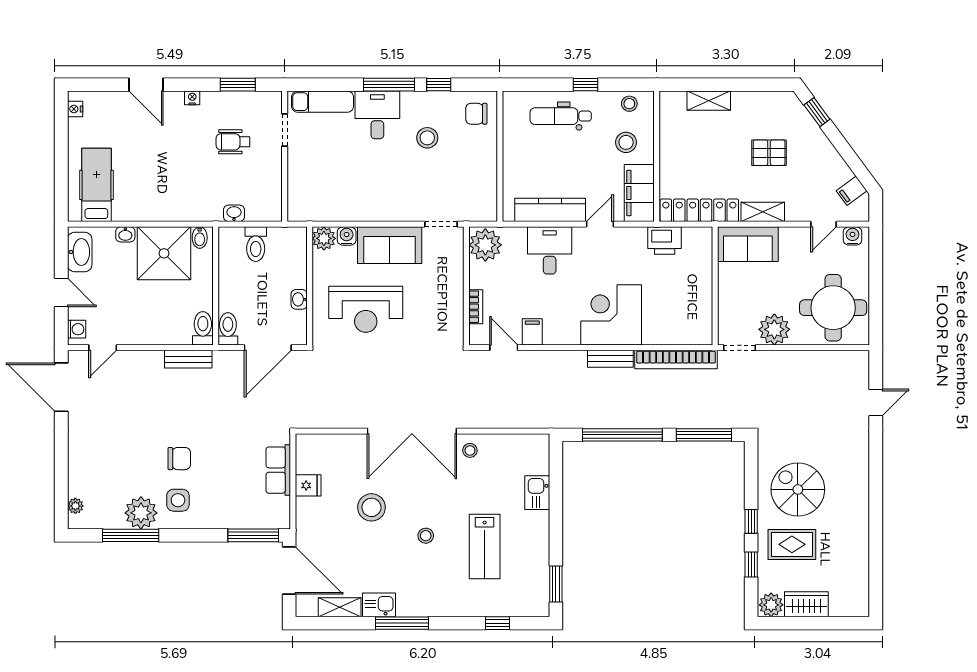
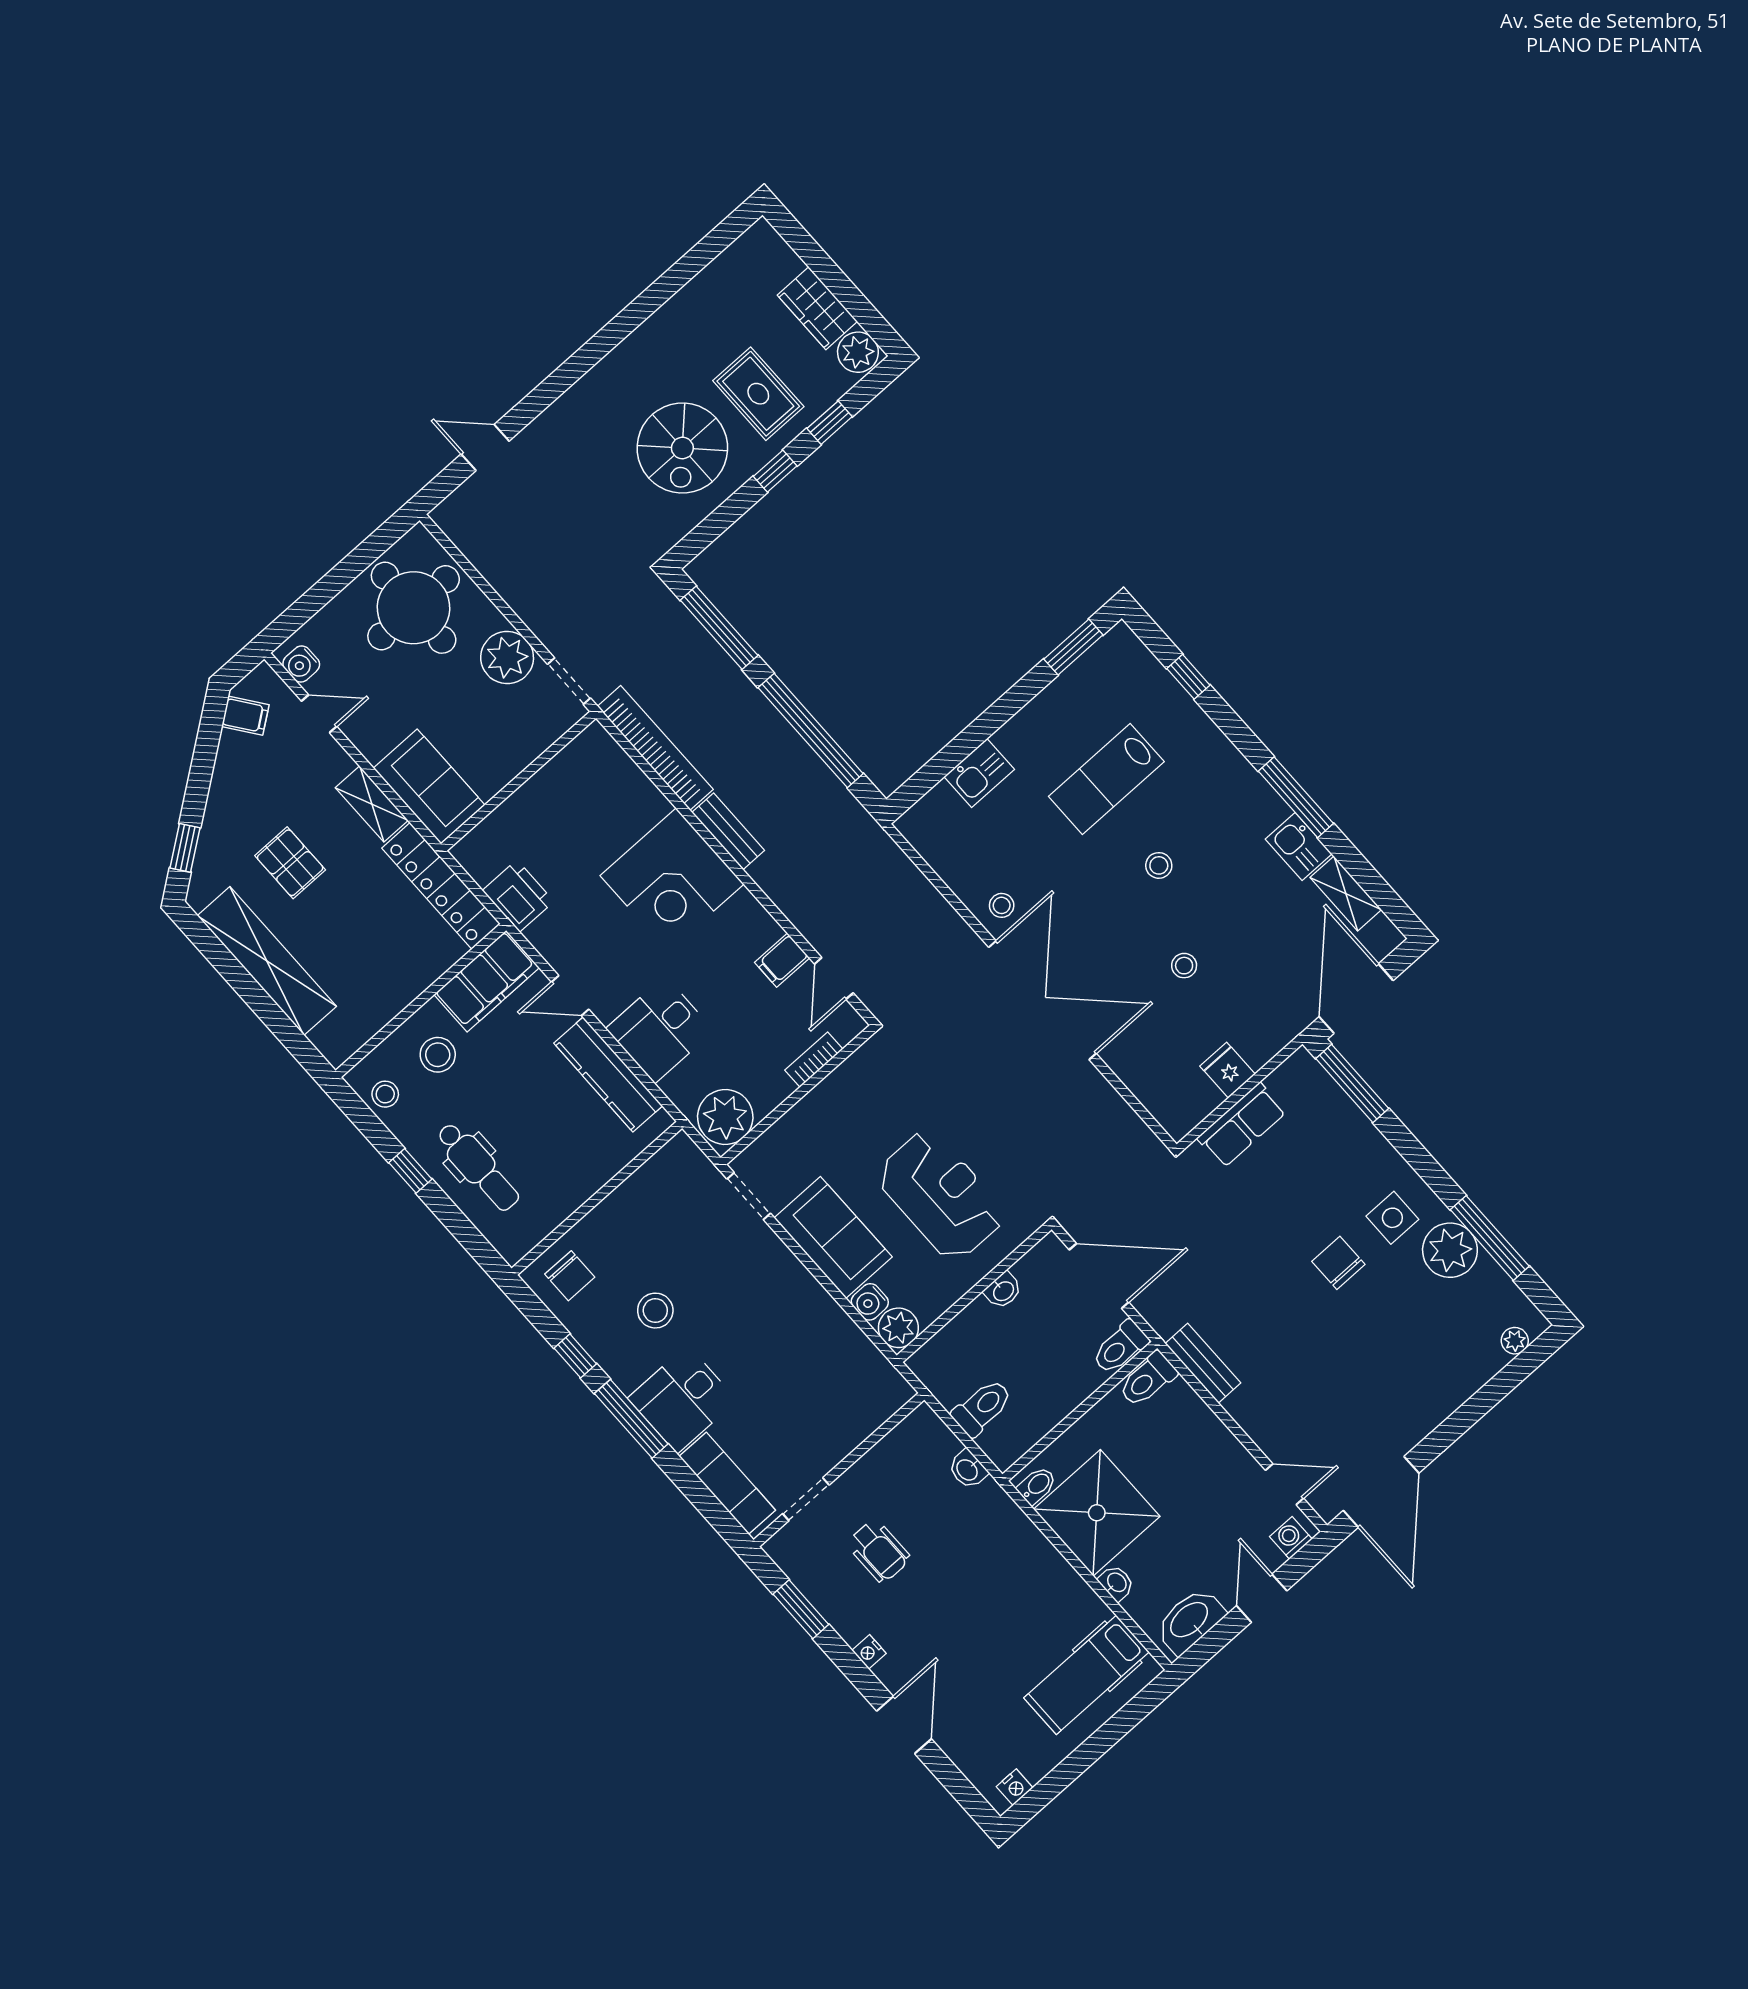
shelving: (709, 101) -> (267, 961), width x2.20, depth x1.33
stool: (371, 507) -> (1184, 966), width x0.53, depth x0.53
lab bench: (485, 547) -> (1106, 779), turned 180

